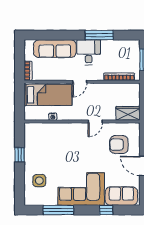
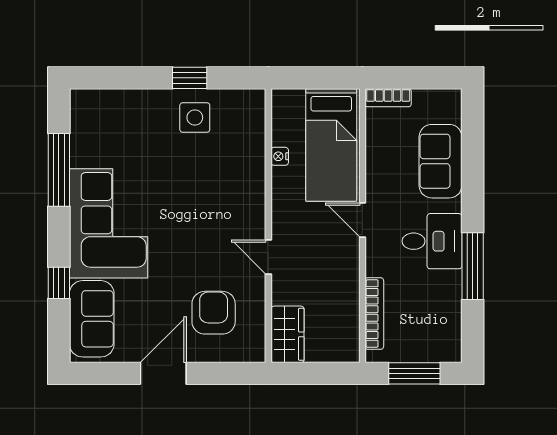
sofa: (55, 49) -> (441, 161), width x0.73
side table: (39, 181) -> (195, 118), moved

